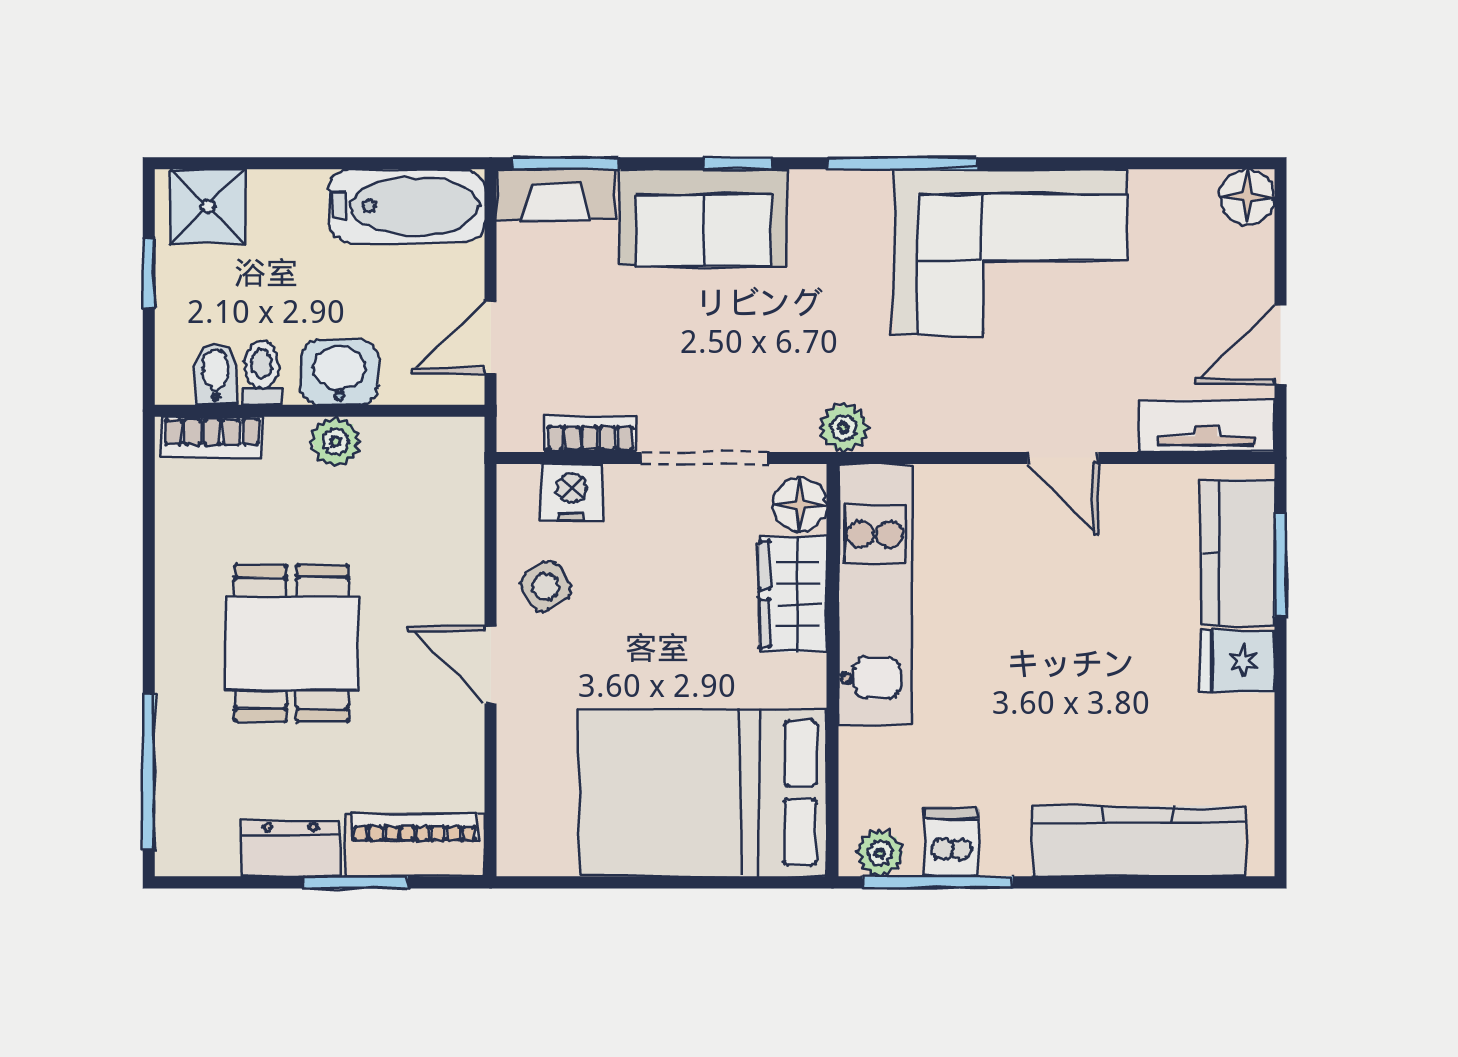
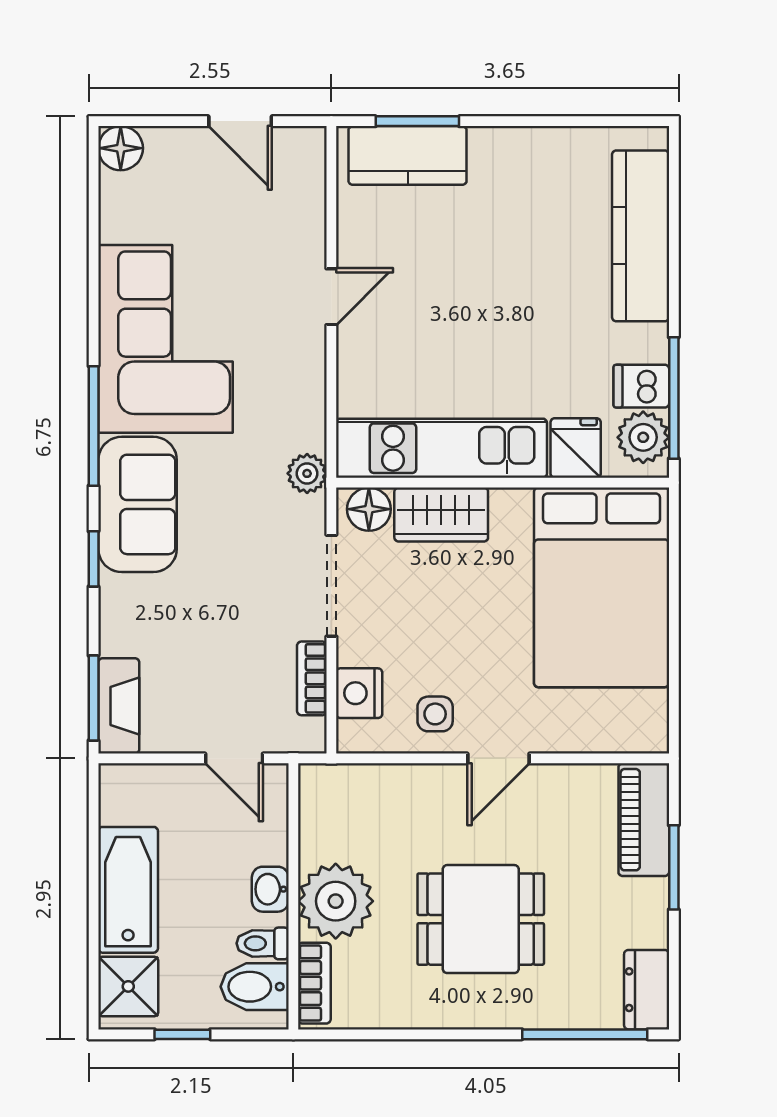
bathtub: (407, 206) -> (128, 890), moved
sofa: (704, 218) -> (138, 504), moved
washbasin: (339, 372) -> (270, 889), width x0.72, depth x0.69
bidet: (216, 374) -> (255, 987), width x1.38, depth x1.36
tv unit: (1206, 426) -> (306, 181), removed
plant: (335, 442) -> (336, 901), width x1.87, depth x1.87
side table: (546, 587) -> (435, 714), turned 33
fridge: (1238, 661) -> (576, 448), moved, turned 180
dresser: (291, 849) -> (647, 990), moved
plant: (880, 853) -> (643, 437), width x1.38, depth x1.38

